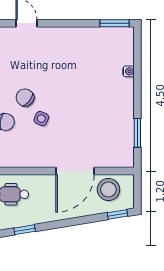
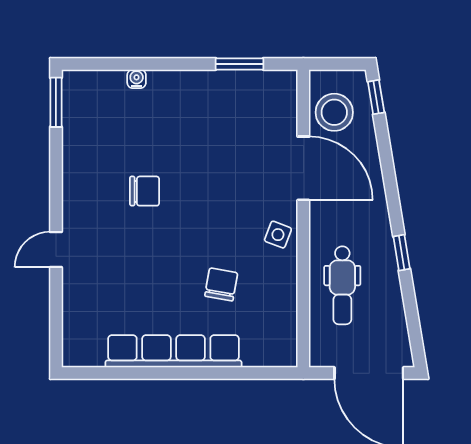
chair: (25, 98) -> (145, 191), moved, turned -129
side table: (41, 119) -> (278, 235), moved

